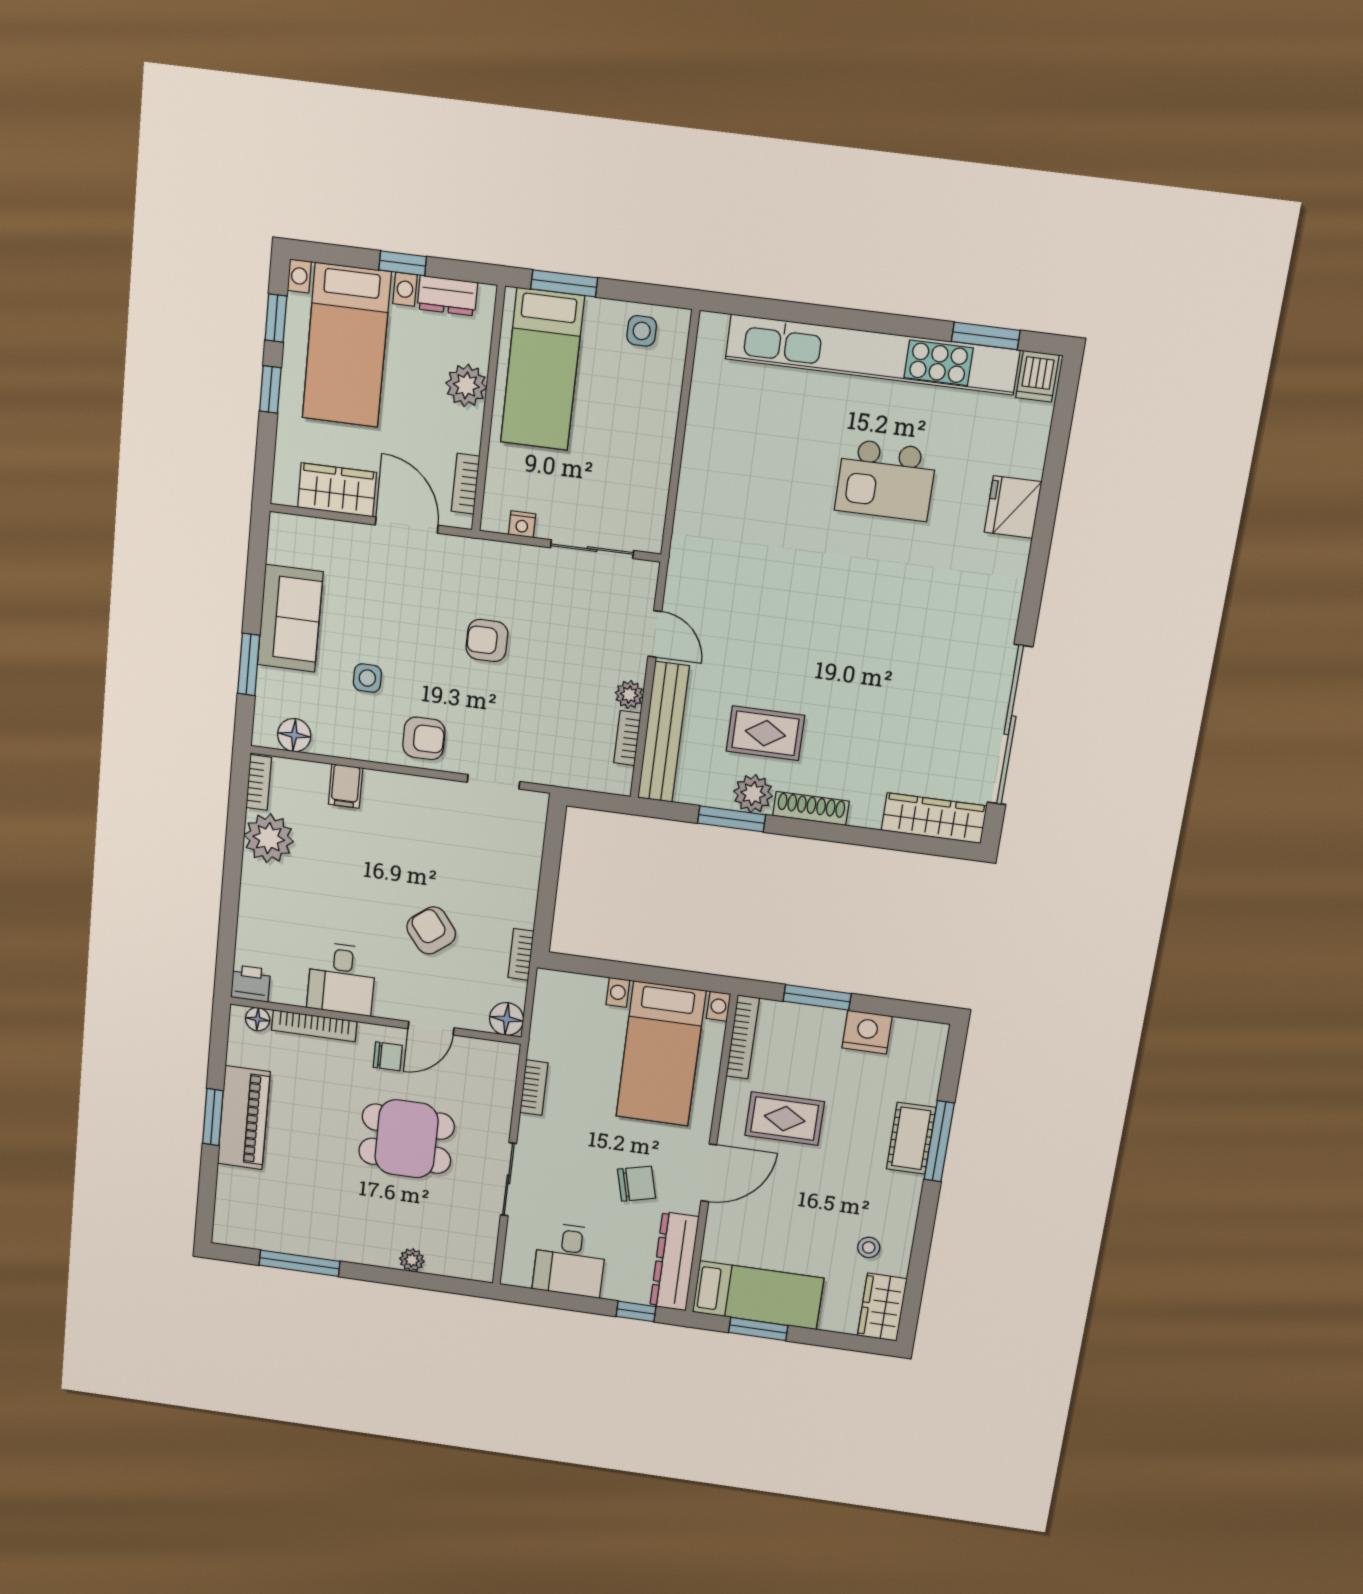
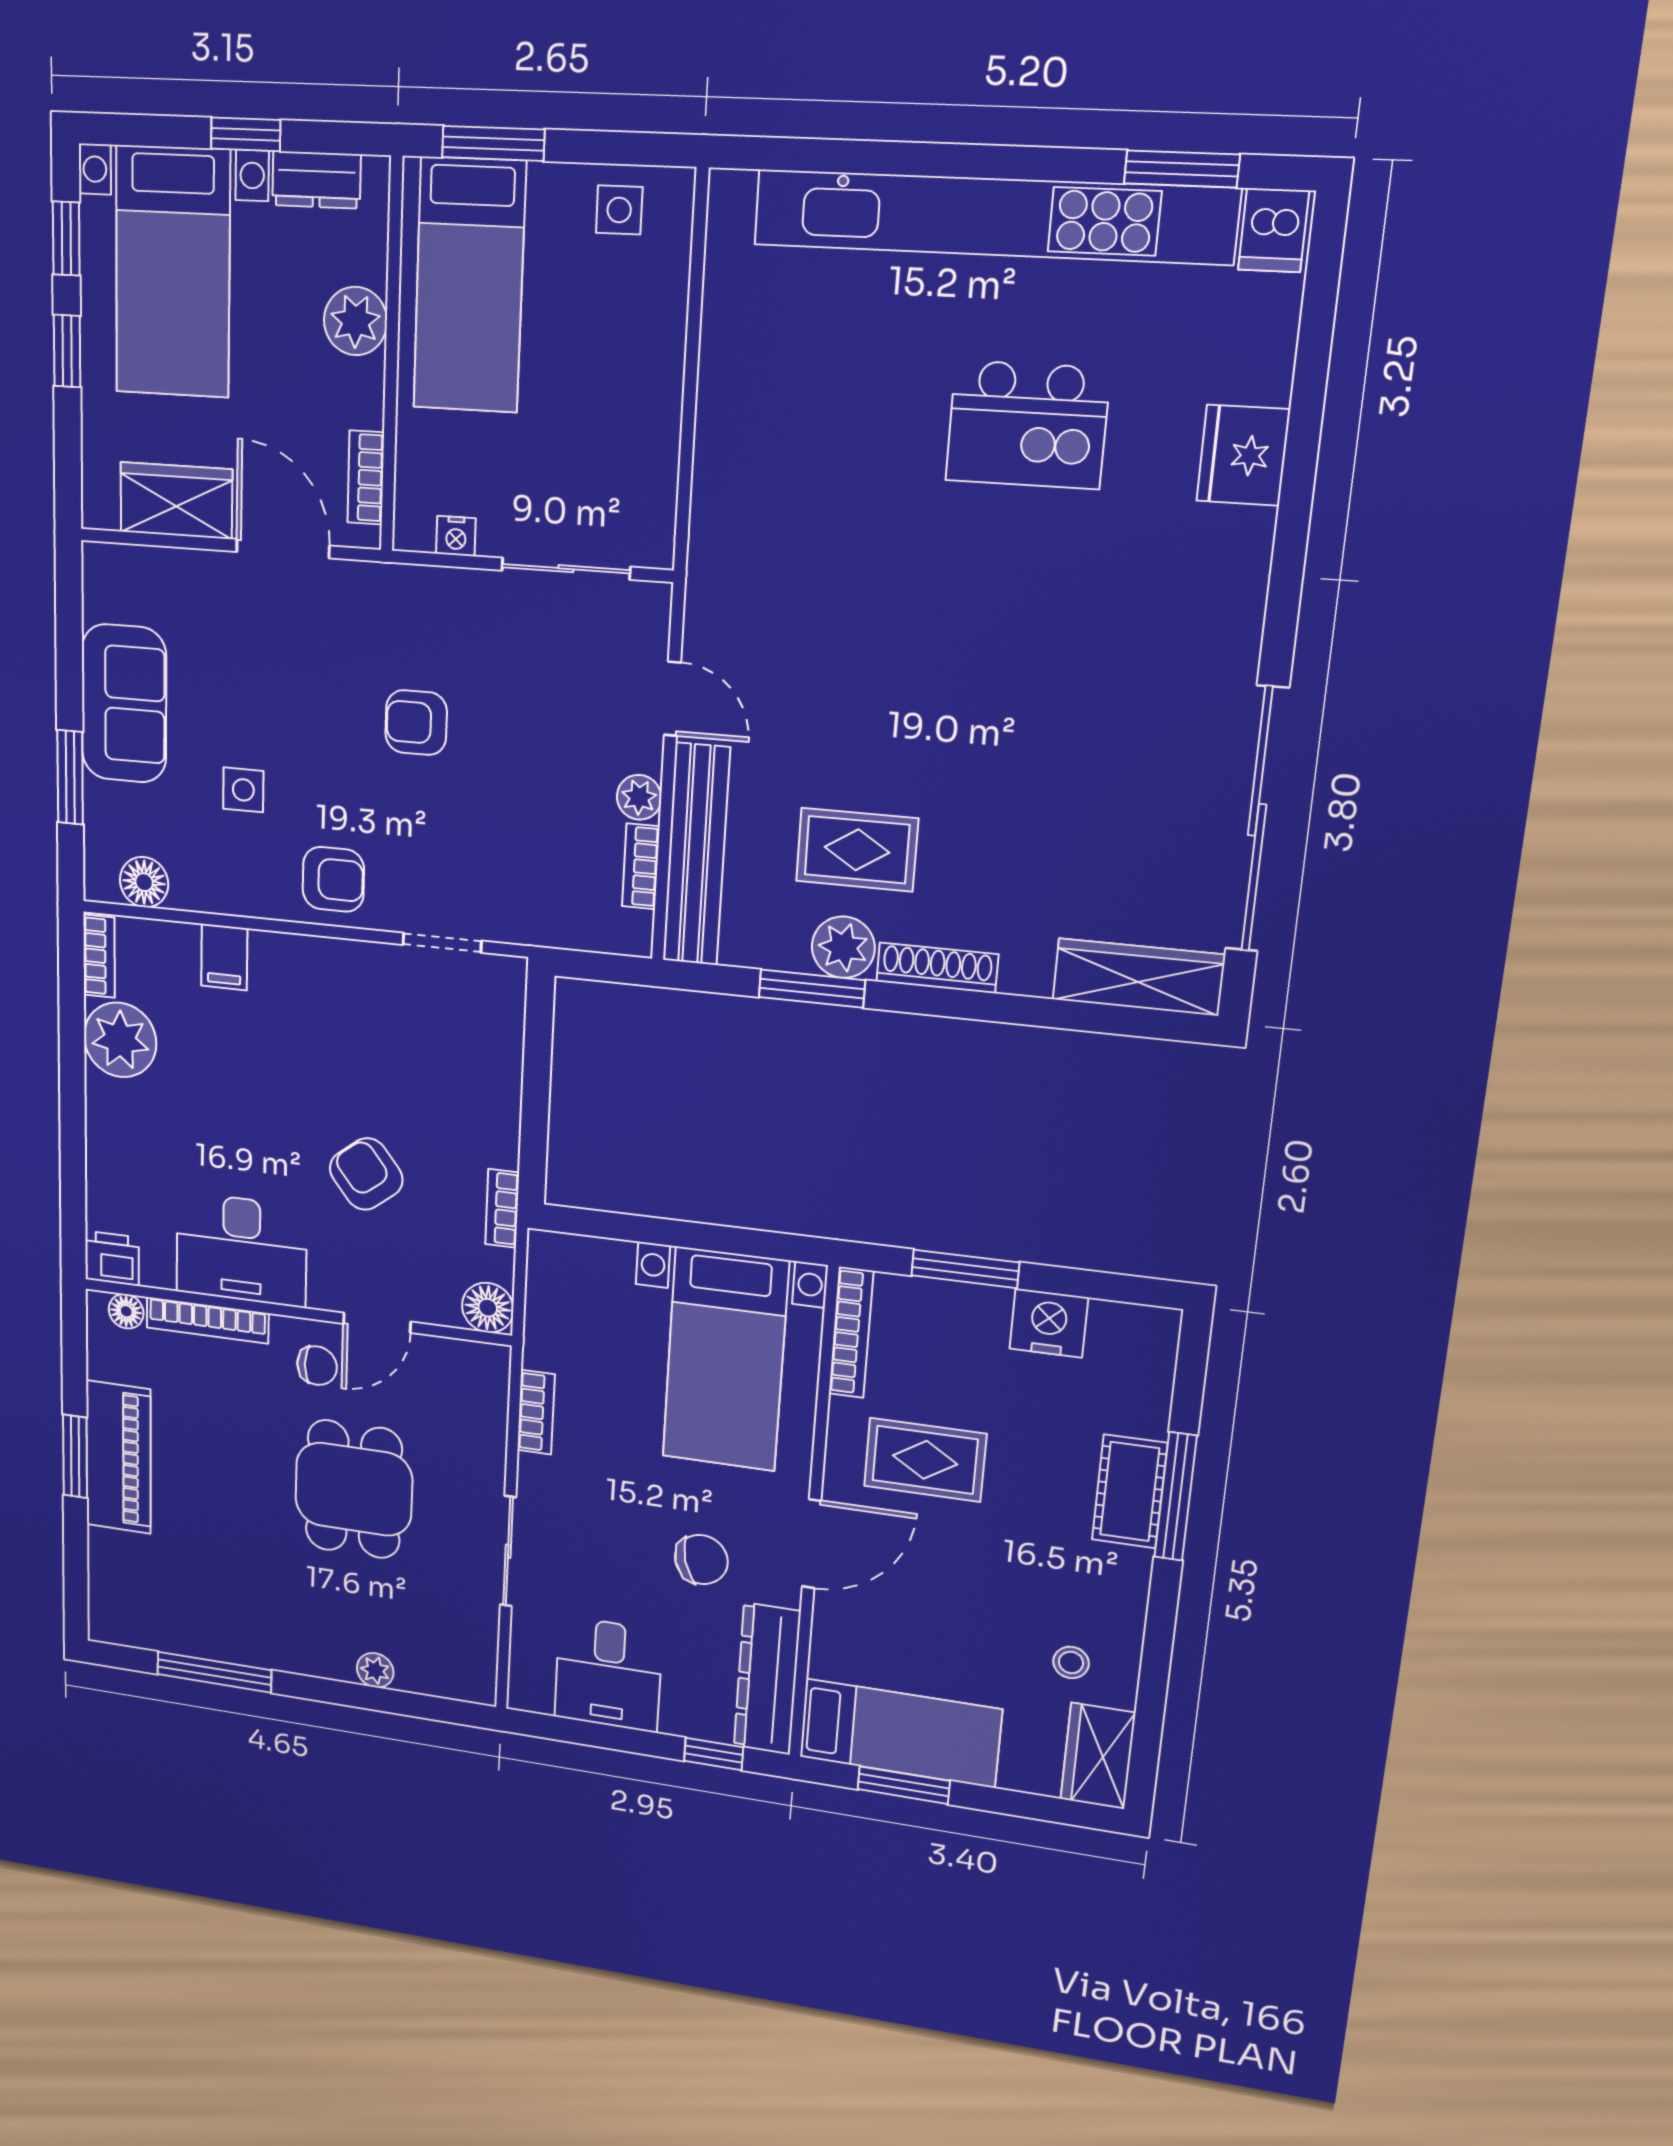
desk: (342, 979) -> (241, 1249), width x1.37
dining table: (407, 1139) -> (354, 1489), turned 90

